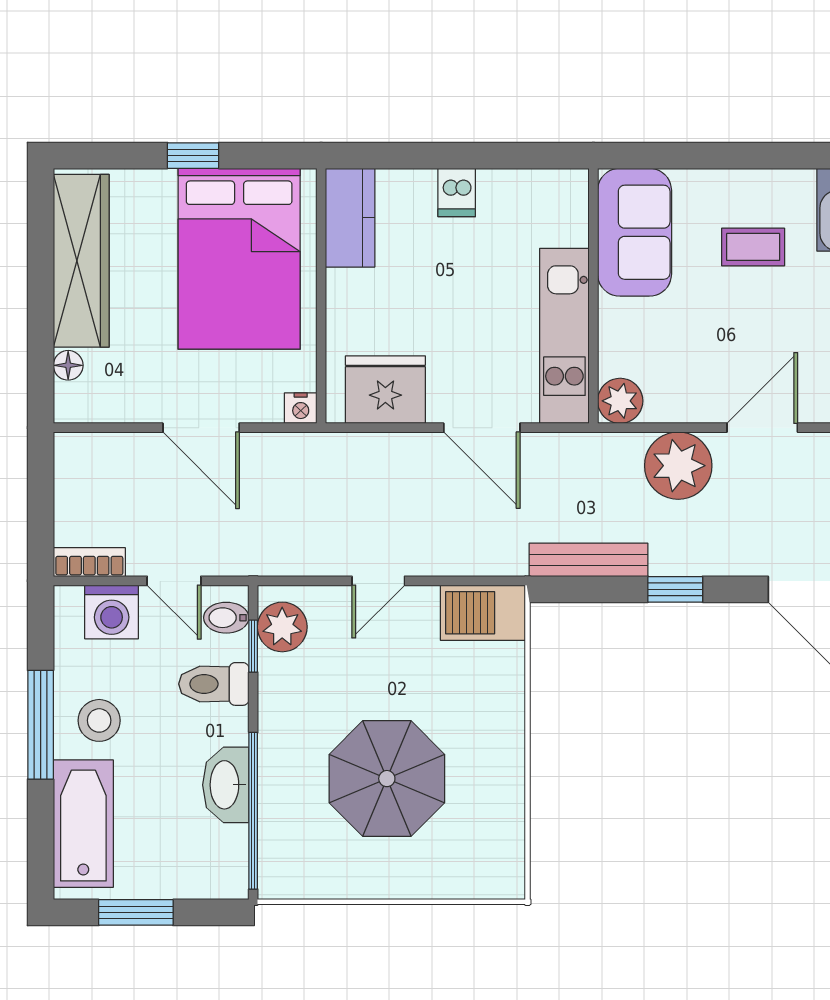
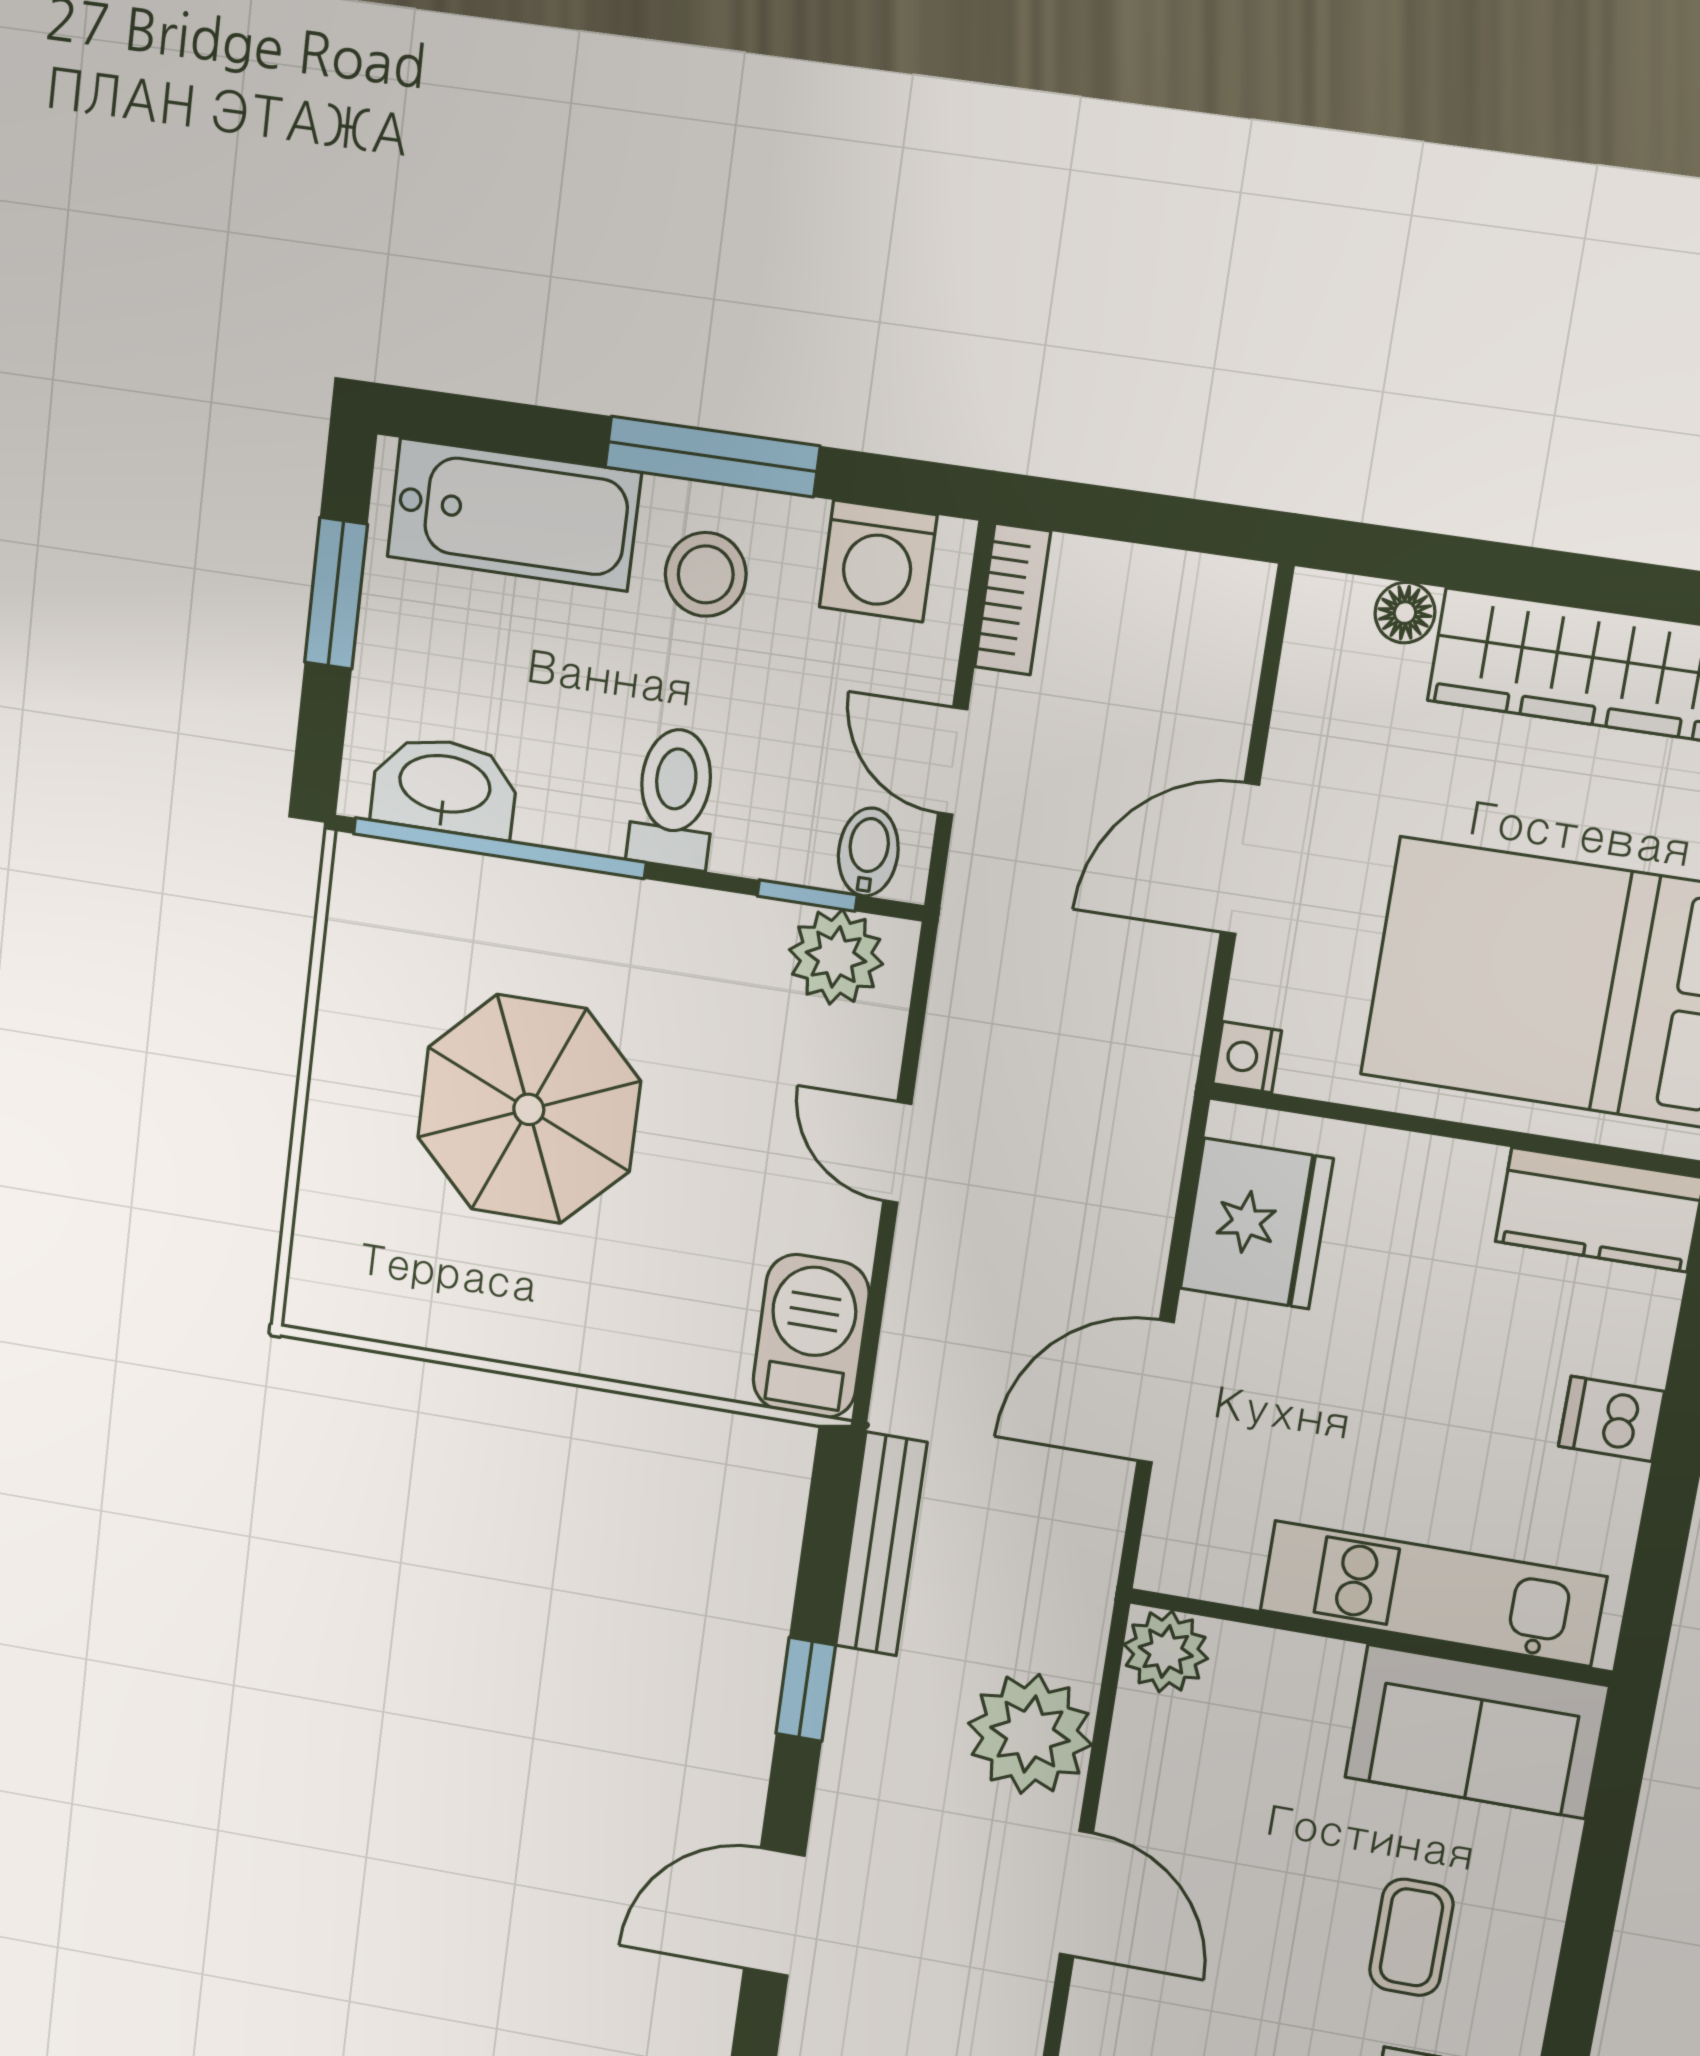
kitchen unit: (564, 336) -> (1433, 1593), moved
door: (174, 581) -> (953, 761), hinge flipped
washing machine: (112, 612) -> (878, 561), moved, turned -90
toilet: (214, 684) -> (674, 798), moved
washbasin: (226, 785) -> (445, 786), moved

